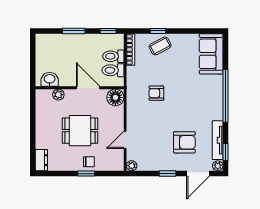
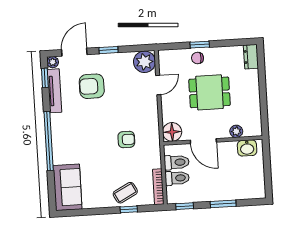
plant: (132, 166) -> (145, 62), width x1.88, depth x1.88

